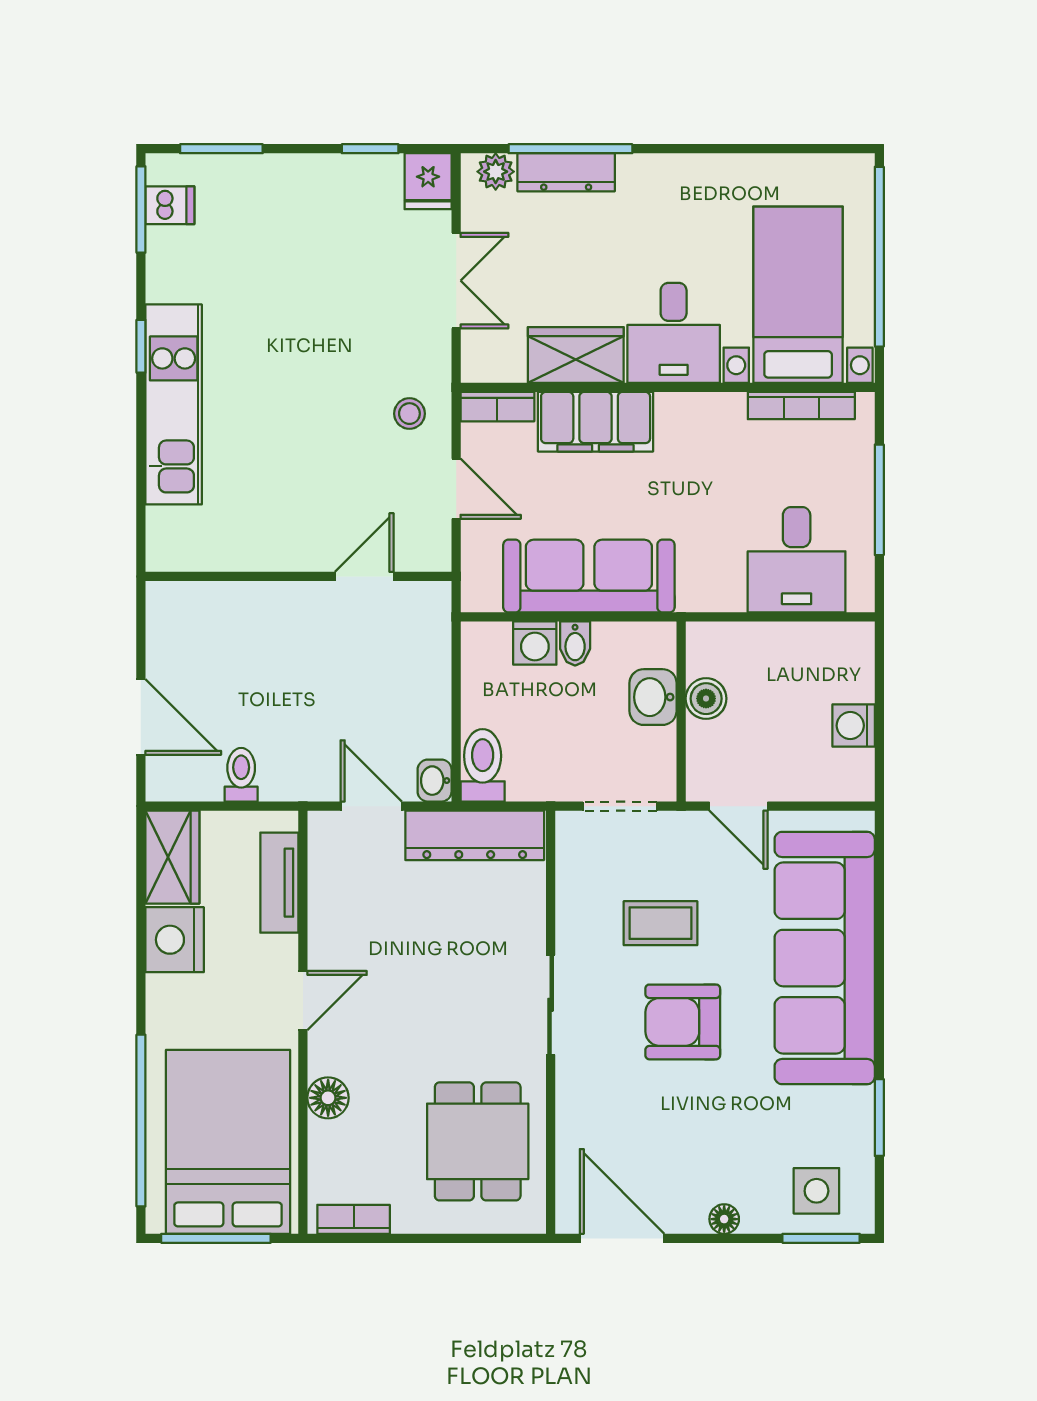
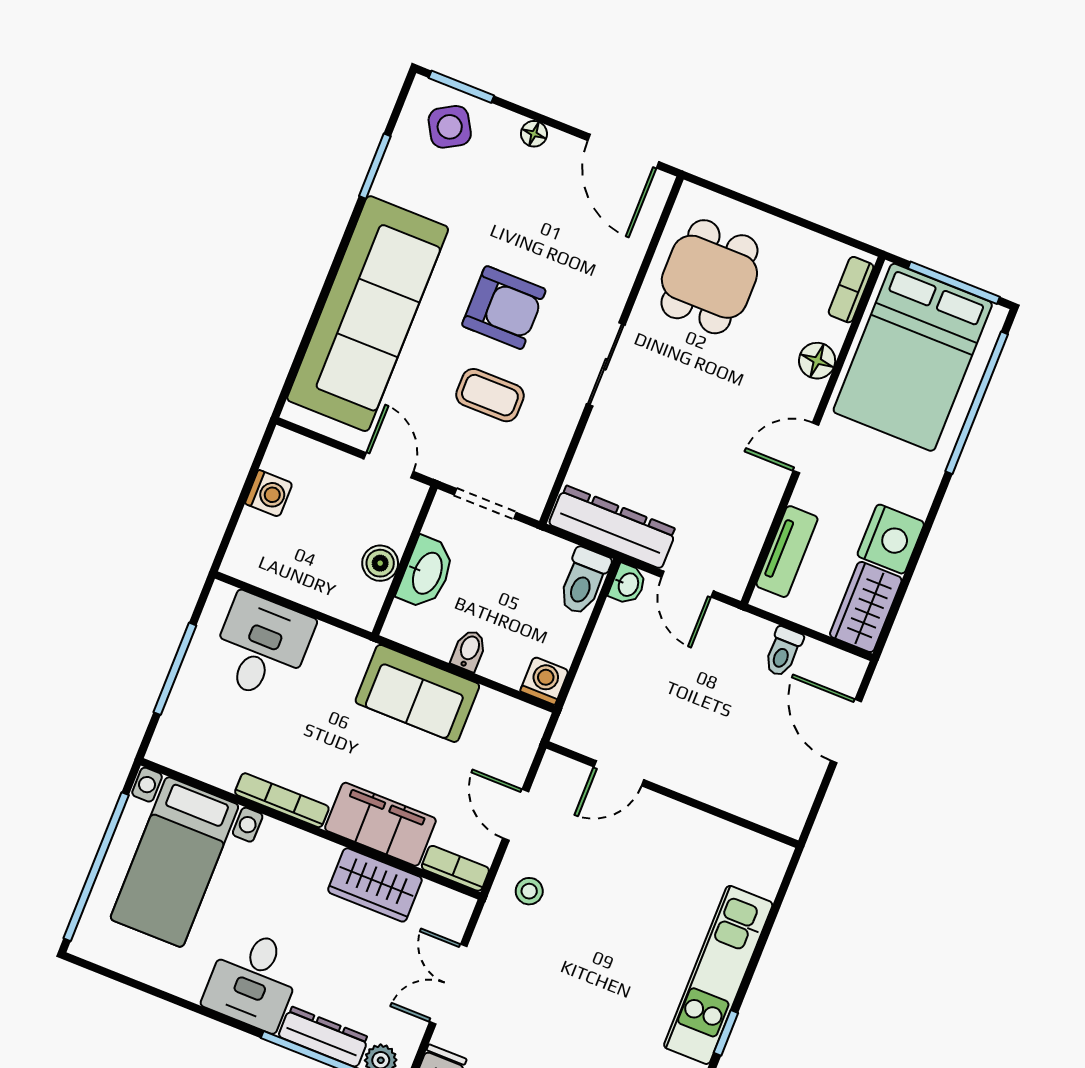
desk: (674, 333) -> (253, 980), moved, turned 180
bookcase: (801, 406) -> (282, 800), moved
sofa: (589, 576) -> (417, 693), width x0.73
washing machine: (535, 643) -> (544, 681), moved
washbasin: (653, 697) -> (426, 573), width x1.38
side table: (816, 1191) -> (450, 127), turned -30
bookcase: (354, 1219) -> (851, 290), moved, turned 90

